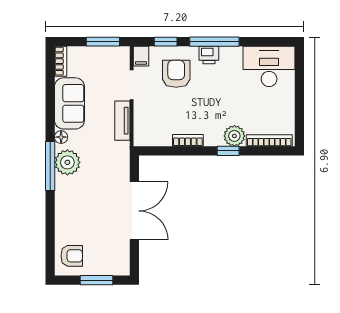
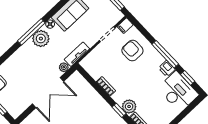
window: (166, 42) -> (188, 78), moved
printer: (209, 55) -> (167, 69), moved
armchair: (176, 74) -> (132, 50), turned -90
tv unit: (122, 121) -> (77, 54), moved
plant: (123, 167) -> (64, 67), added

